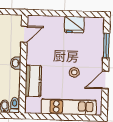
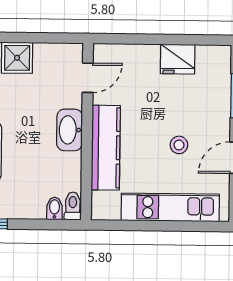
washbasin: (16, 63) -> (70, 130), width x1.91, depth x1.45
kitchen counter: (33, 81) -> (106, 148), width x1.50

